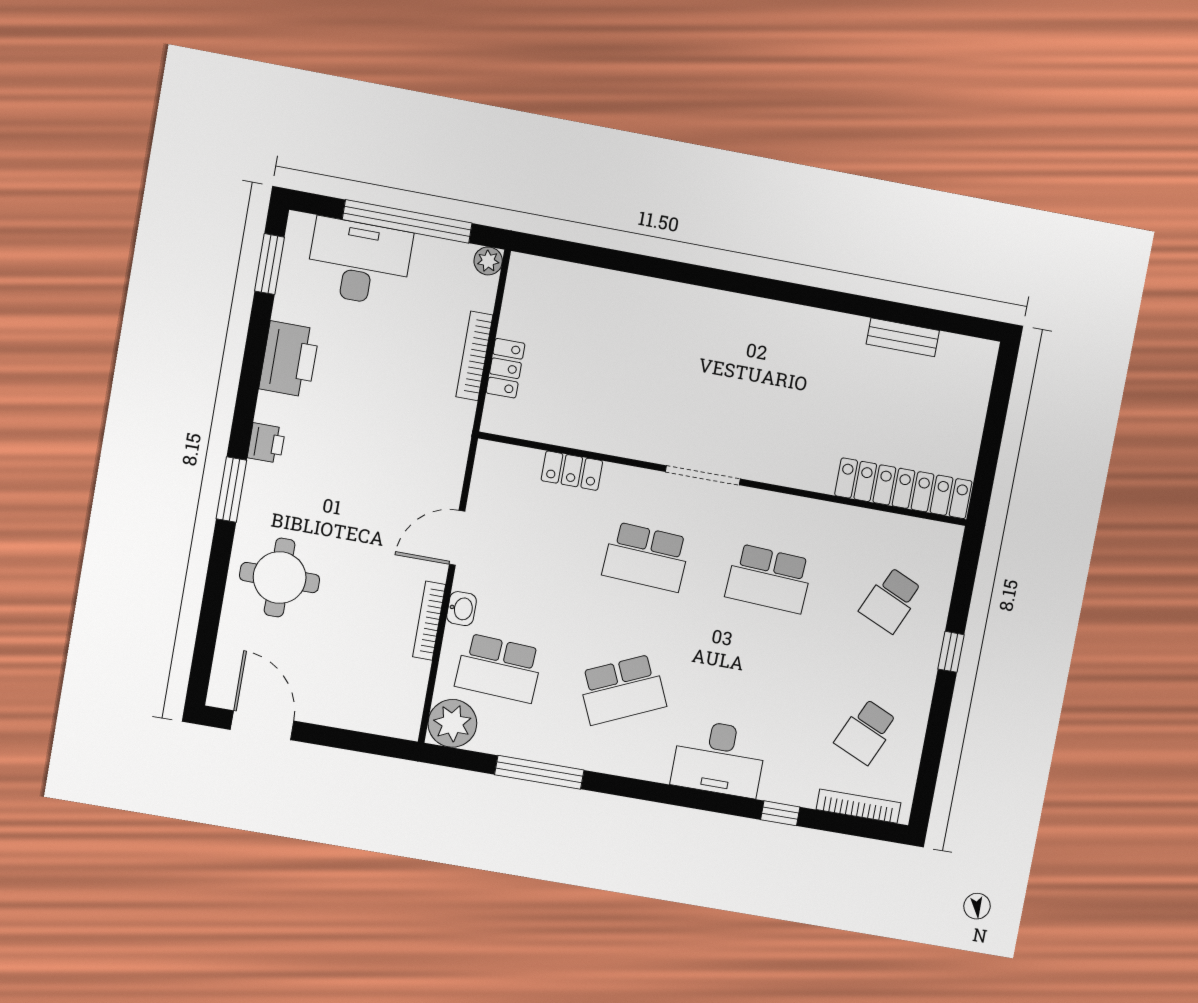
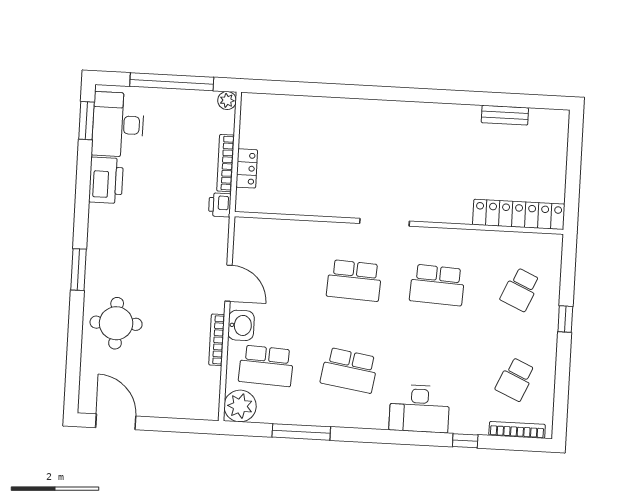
desk: (359, 262) -> (118, 125), moved, turned -90
printer: (266, 443) -> (220, 205), moved, turned 180
locker: (572, 471) -> (298, 230), removed
door: (457, 538) -> (228, 283), swing flipped
washbasin: (461, 609) -> (241, 325), width x1.38, depth x1.45
school desk: (622, 689) -> (349, 370), turned 33

